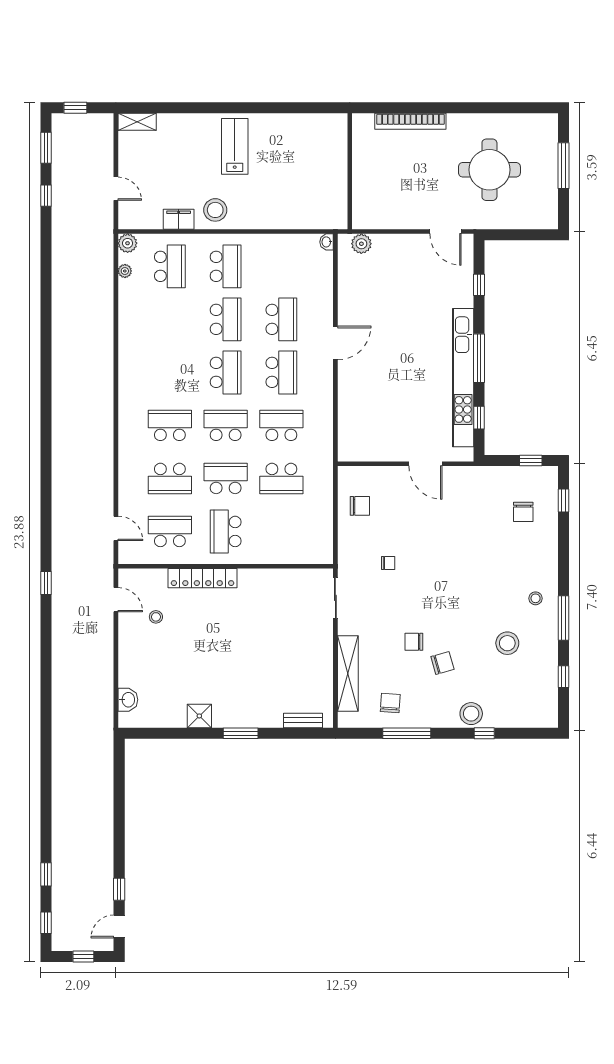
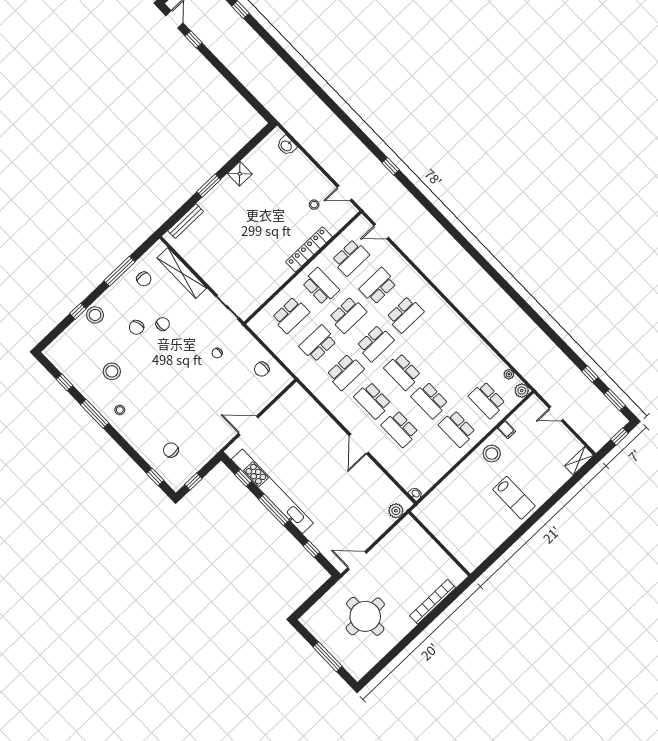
filing cabinet: (179, 219) -> (507, 430), width x0.50
school desk: (281, 531) -> (291, 315), added
bench: (303, 720) -> (186, 221), width x1.36

